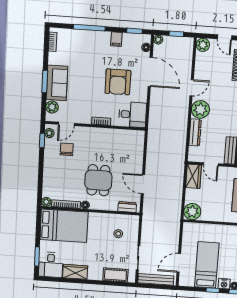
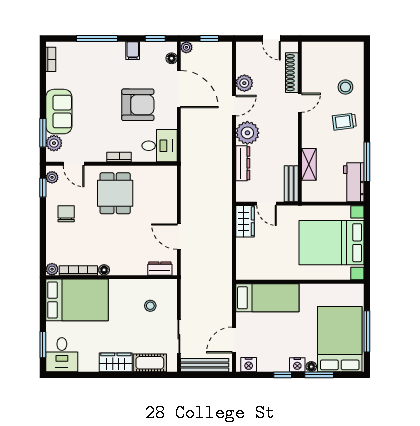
plant: (203, 45) -> (244, 83), moved
window: (45, 81) -> (43, 133), moved
armchair: (118, 82) -> (138, 105), turned -90
door: (66, 124) -> (74, 164), hinge flipped
chair: (67, 149) -> (66, 214), moved
dining table: (98, 180) -> (115, 193), moved
plant: (192, 212) -> (247, 269), removed
bed: (207, 265) -> (267, 298), moved, turned 90
wardrobe: (75, 272) -> (116, 362), moved
nightstand: (188, 281) -> (249, 365), added

